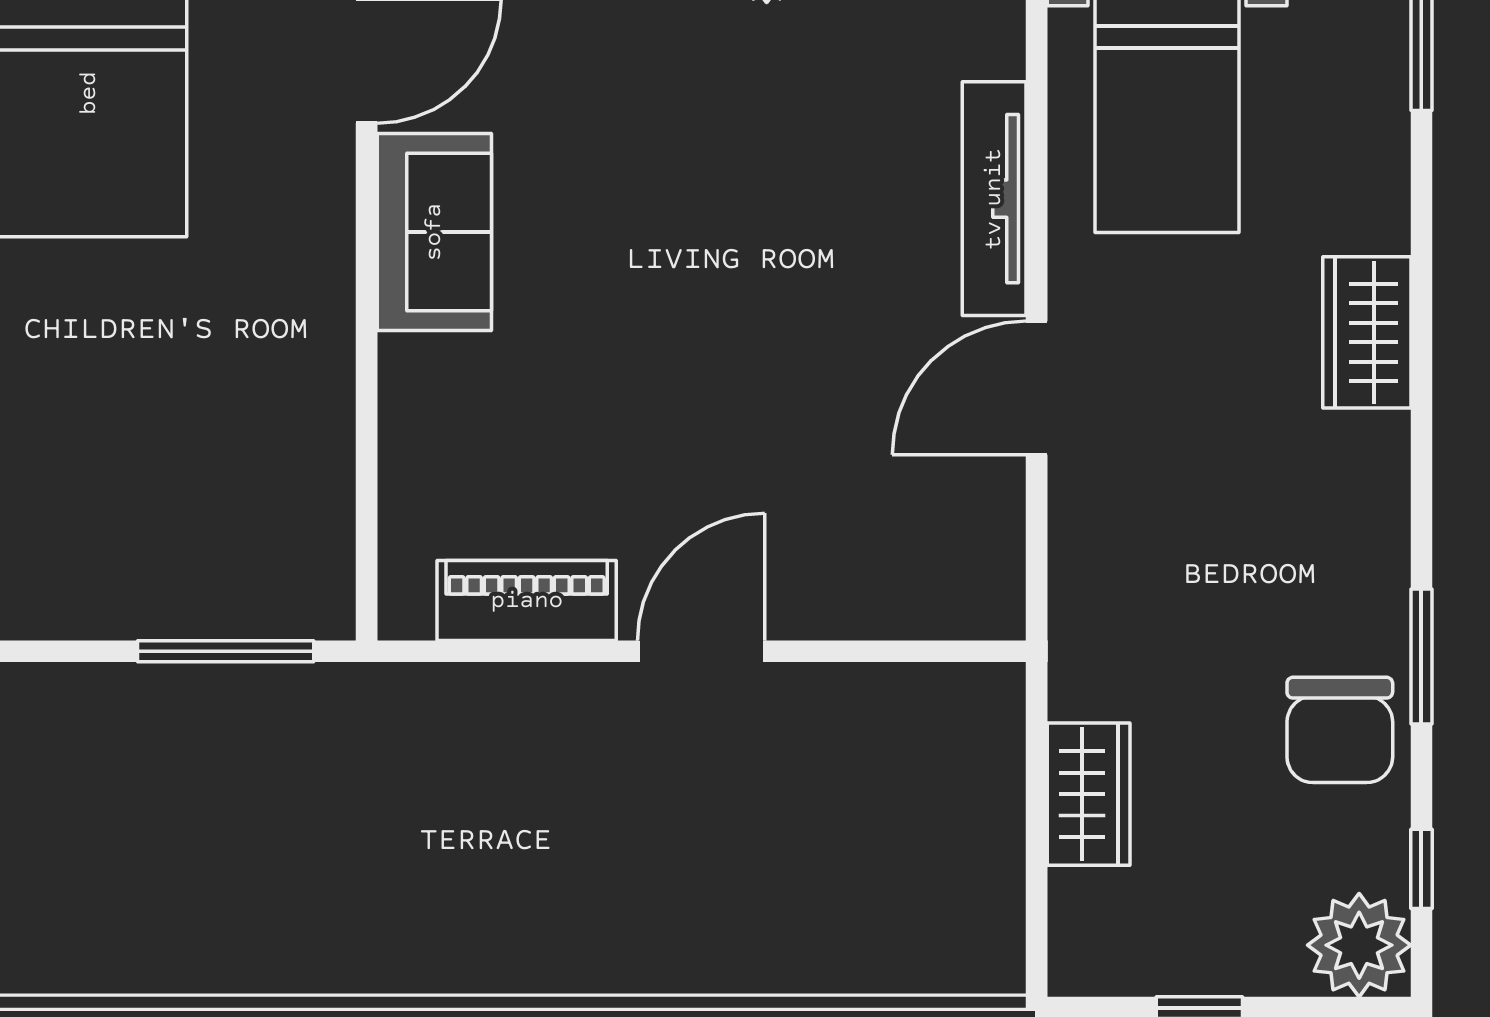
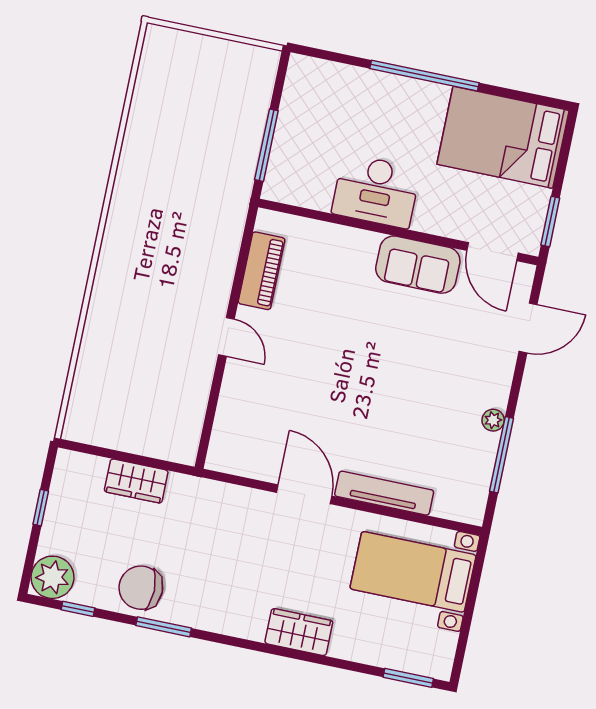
desk: (280, 368) -> (376, 191), added
door: (701, 651) -> (226, 337), width x0.73

